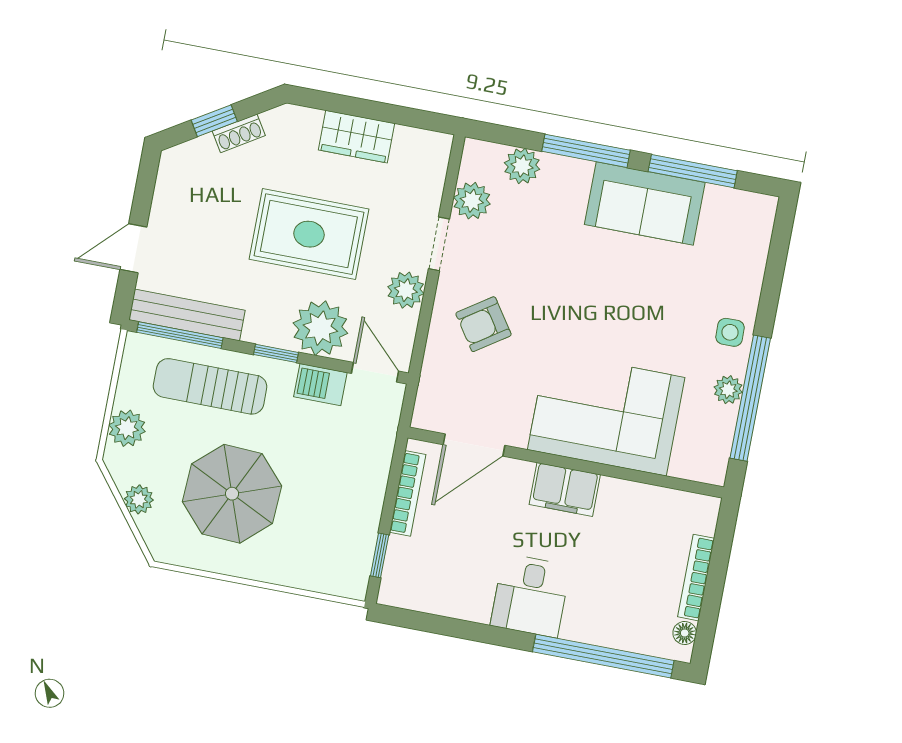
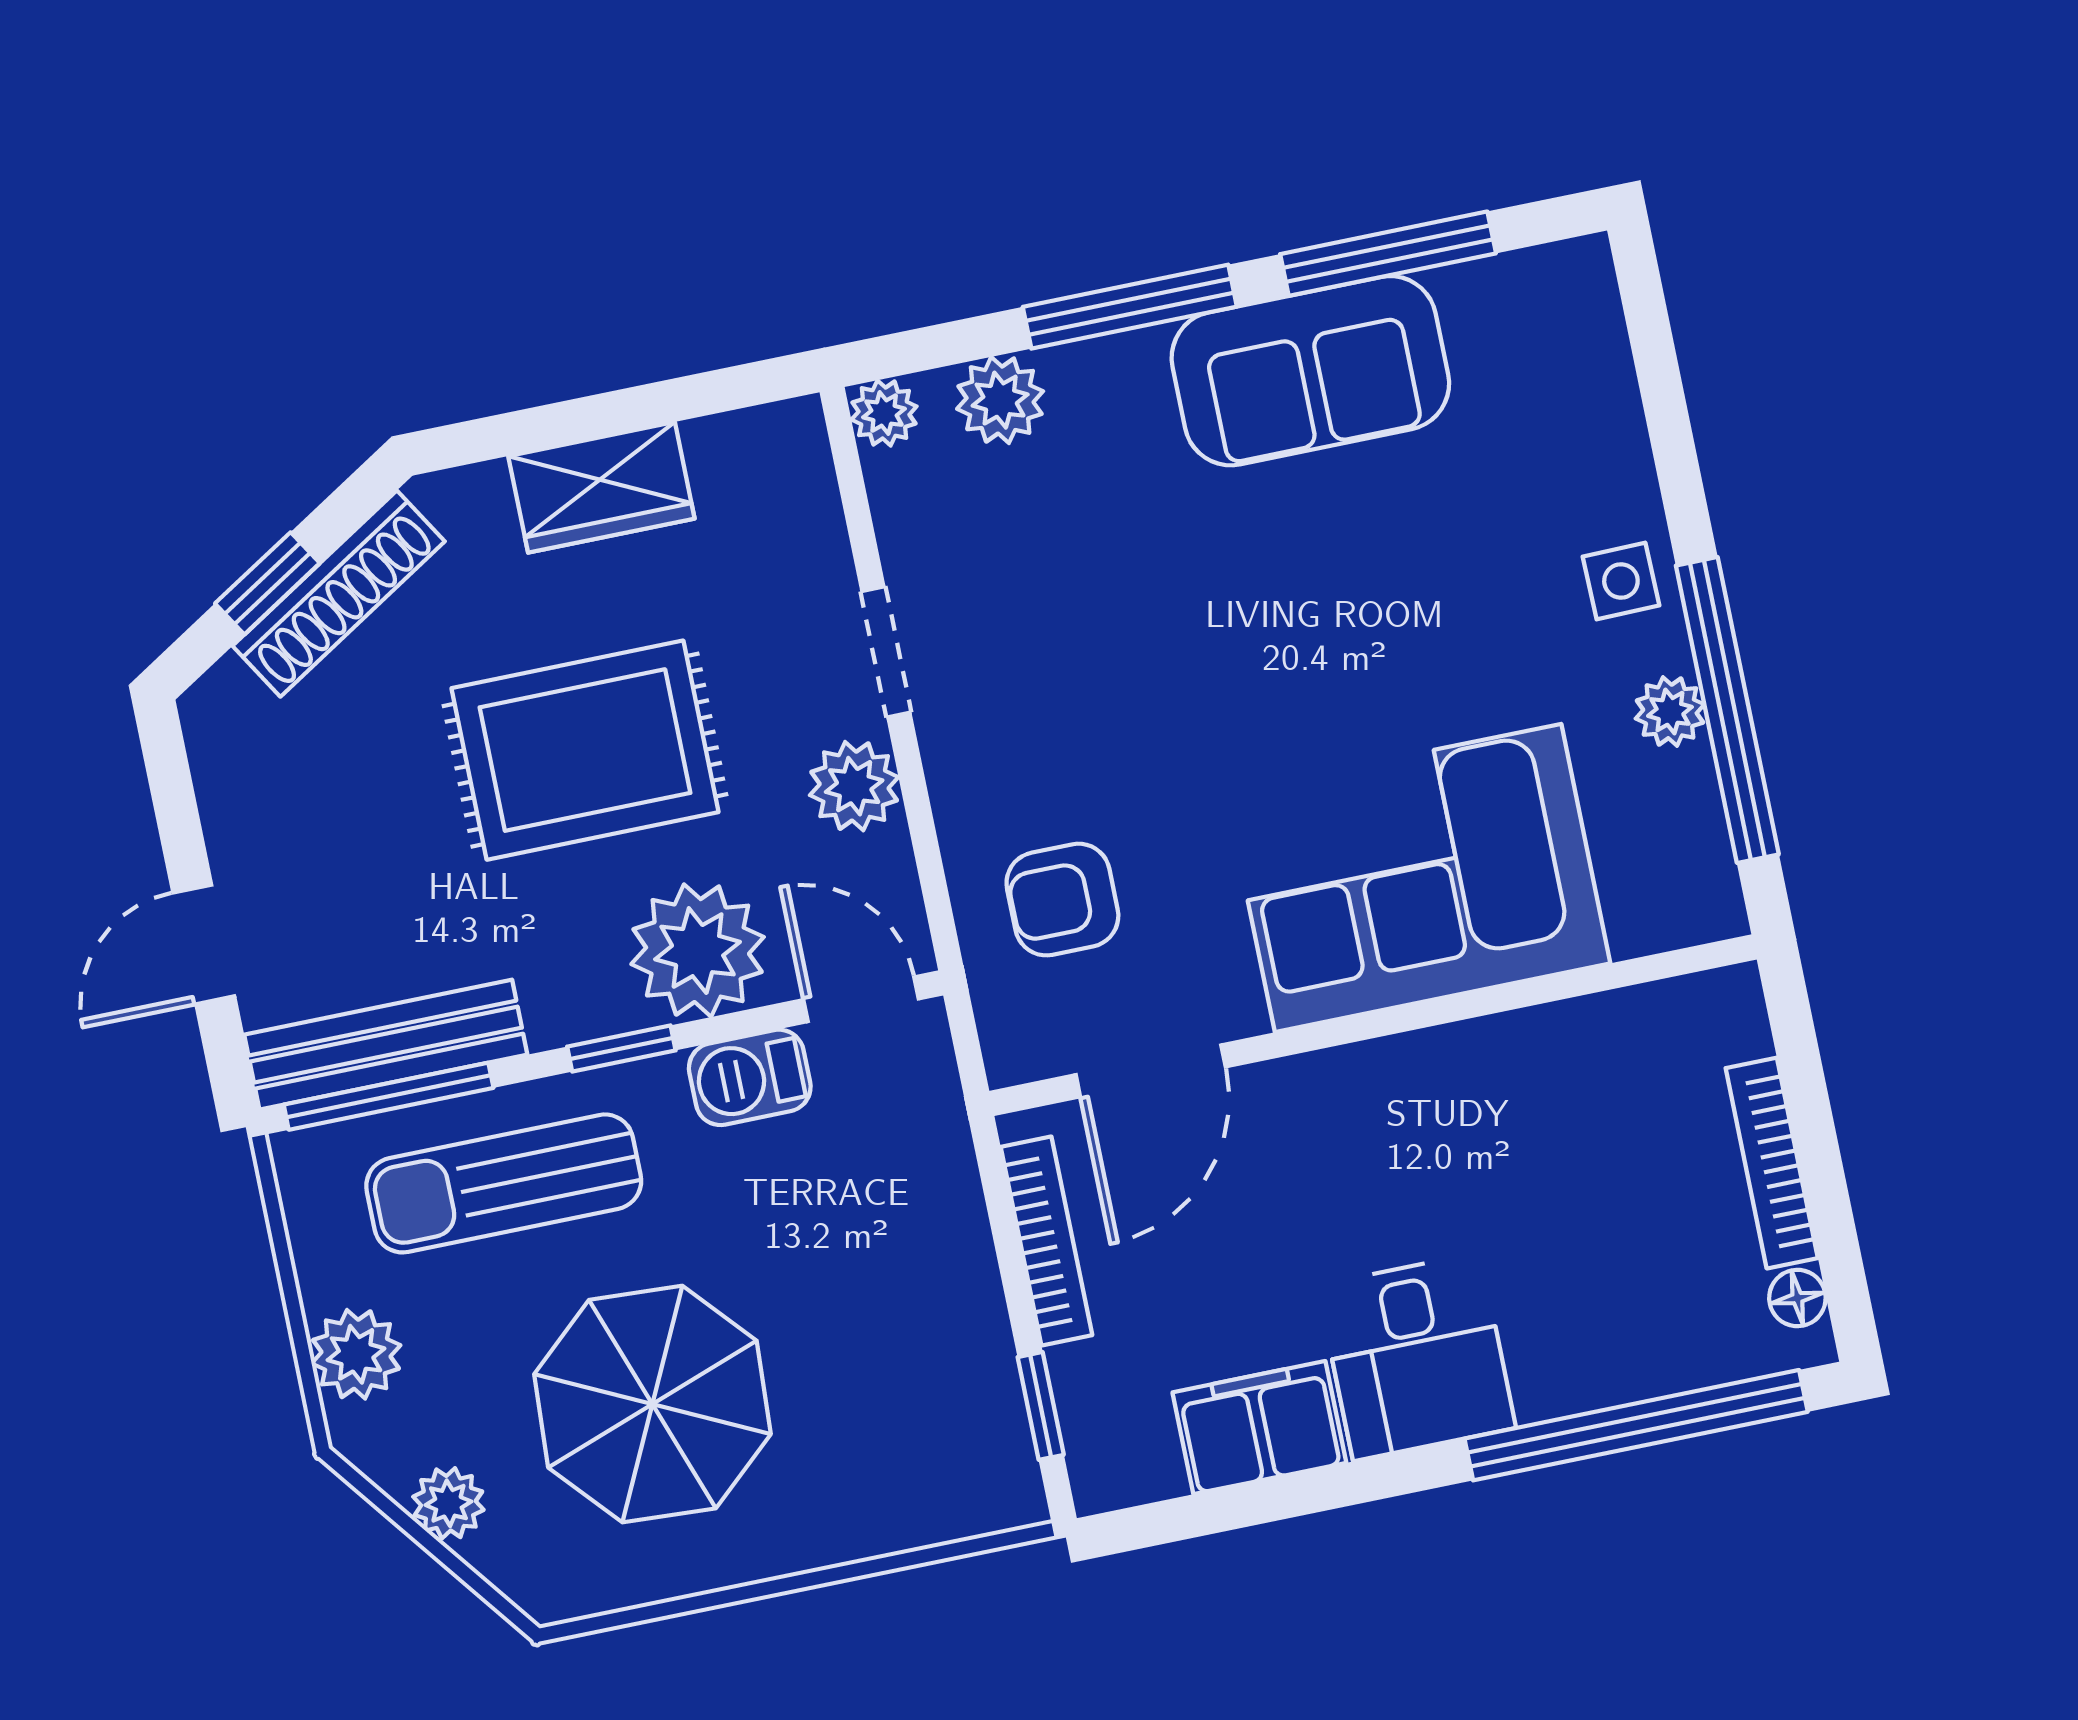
shoe rack: (239, 133) -> (339, 594), width x1.94, depth x1.24
plant: (472, 201) -> (884, 413), moved, width x0.73, depth x0.73
armchair: (483, 324) -> (1062, 900), moved, turned 34
filing cabinet: (565, 489) -> (1259, 1428), moved, turned 180

